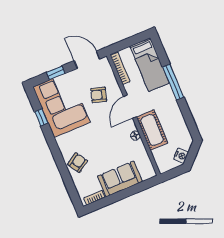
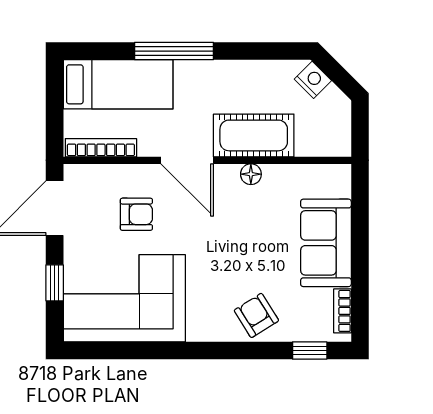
armchair: (99, 95) -> (136, 214), turned -107
window: (41, 117) -> (310, 351), moved
nightstand: (181, 156) -> (313, 80), moved

